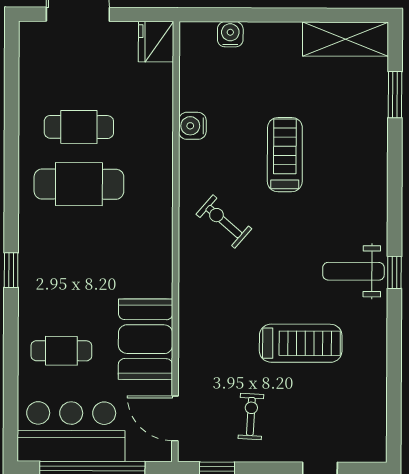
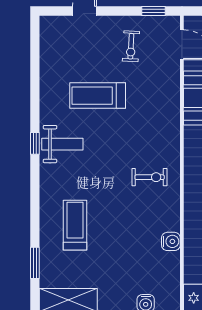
treadmill: (285, 155) -> (75, 225), moved, turned 180
exercise bike: (224, 221) -> (150, 177), turned -41

